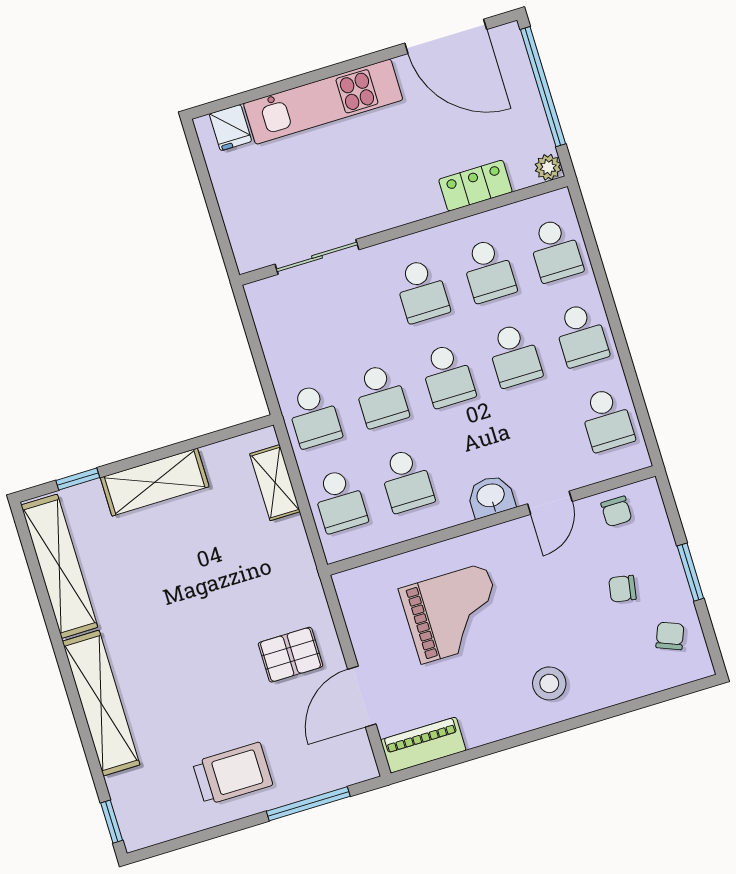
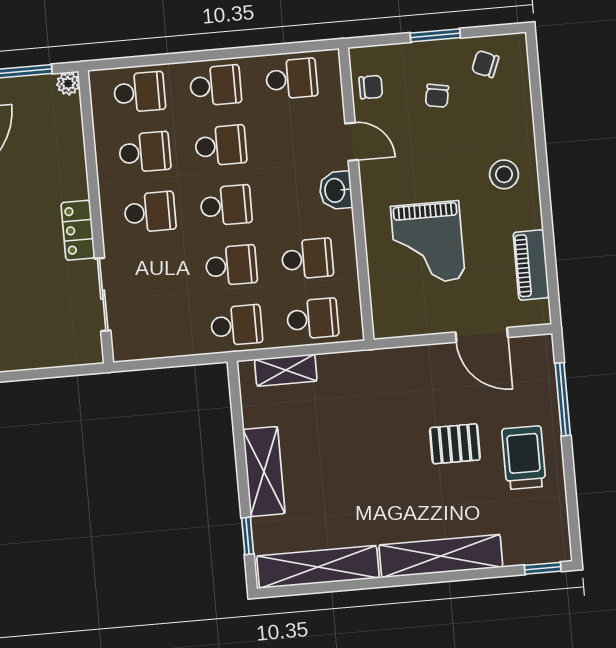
locker: (475, 186) -> (78, 230), moved
grand piano: (453, 613) -> (428, 243), turned 180
pallet: (290, 655) -> (455, 444), moved, turned 90
piano: (423, 745) -> (531, 265), moved

